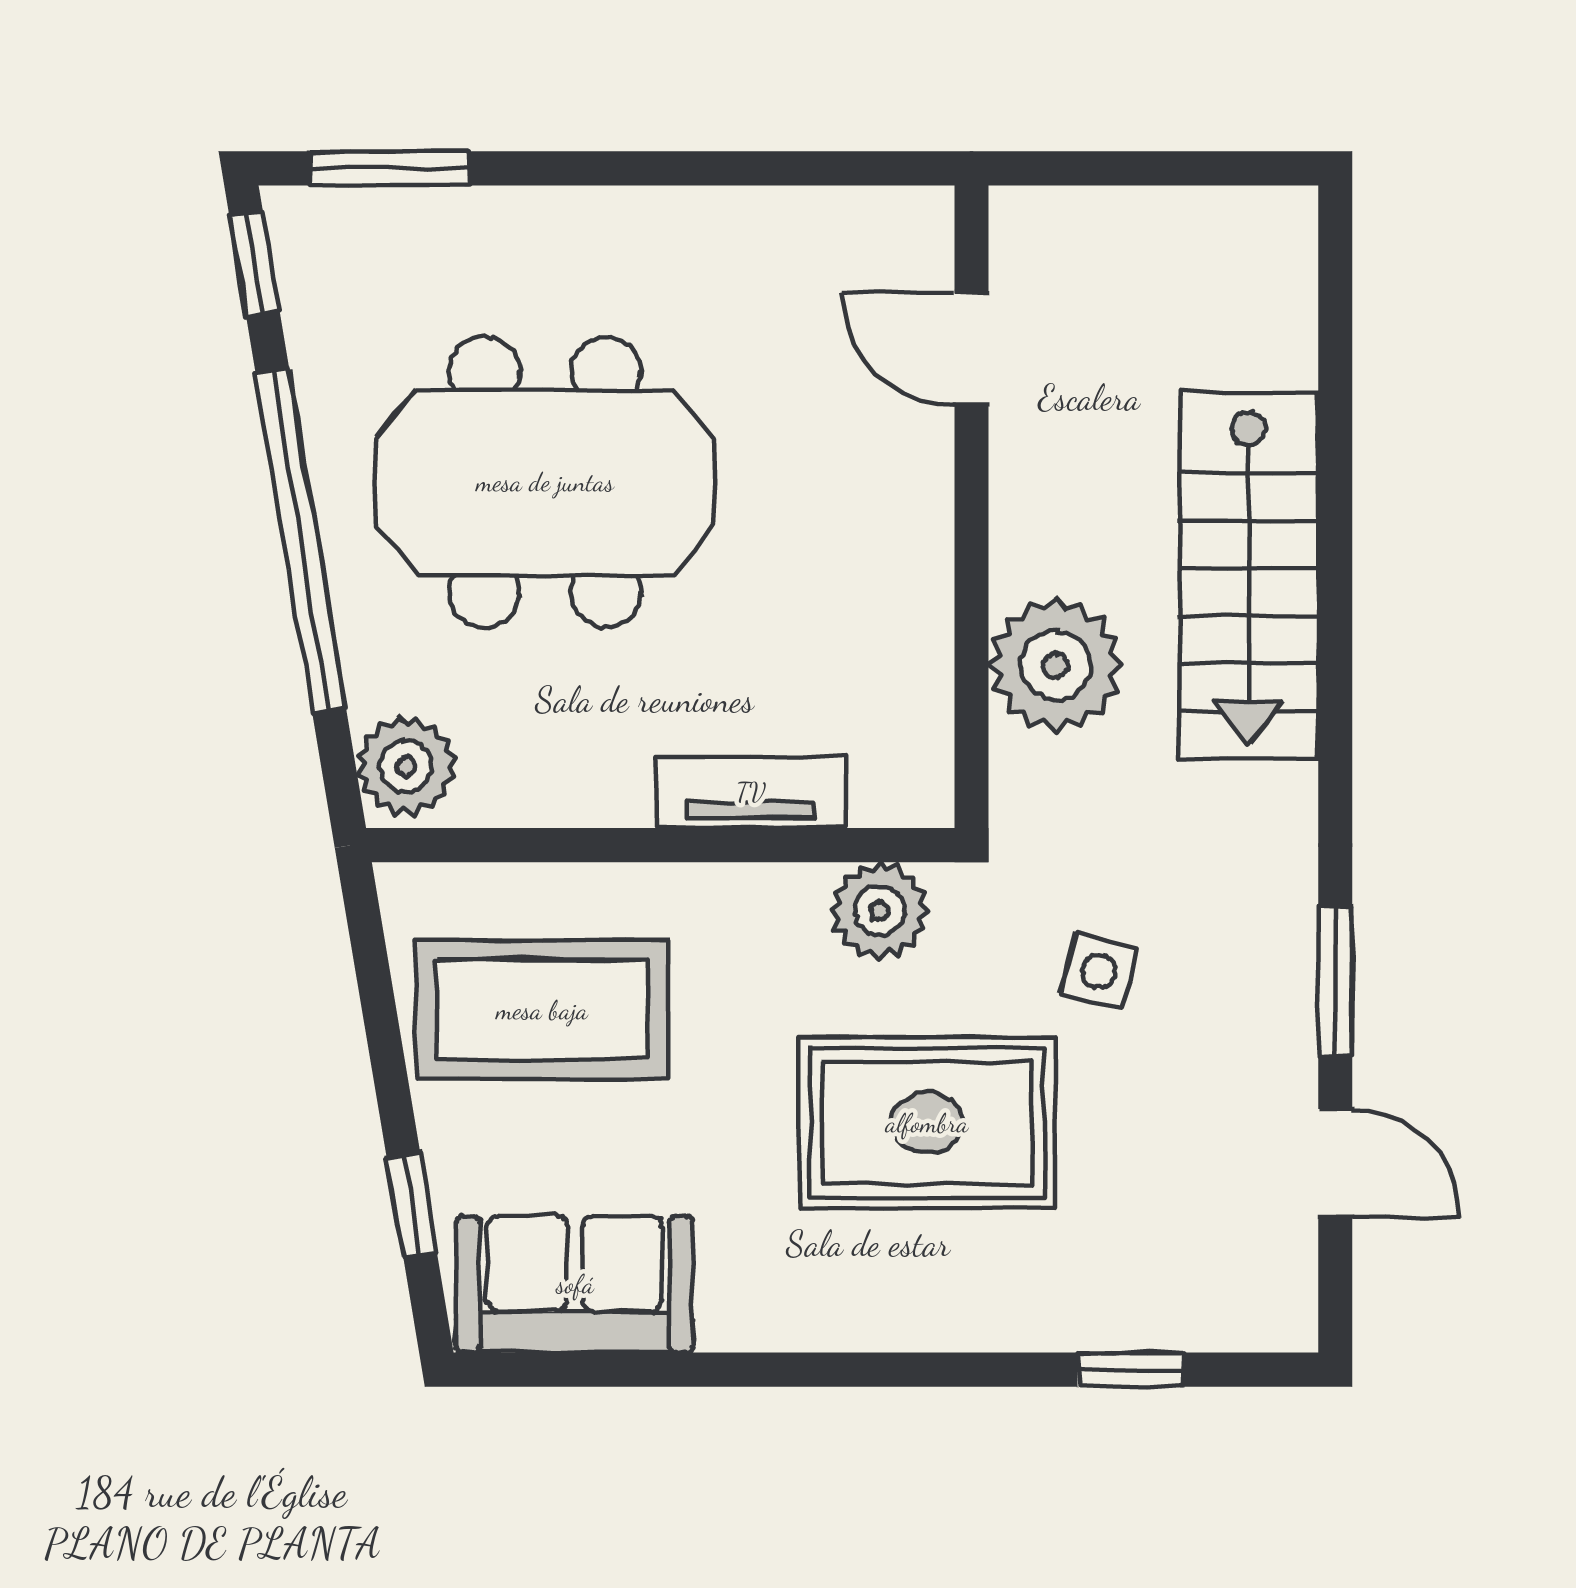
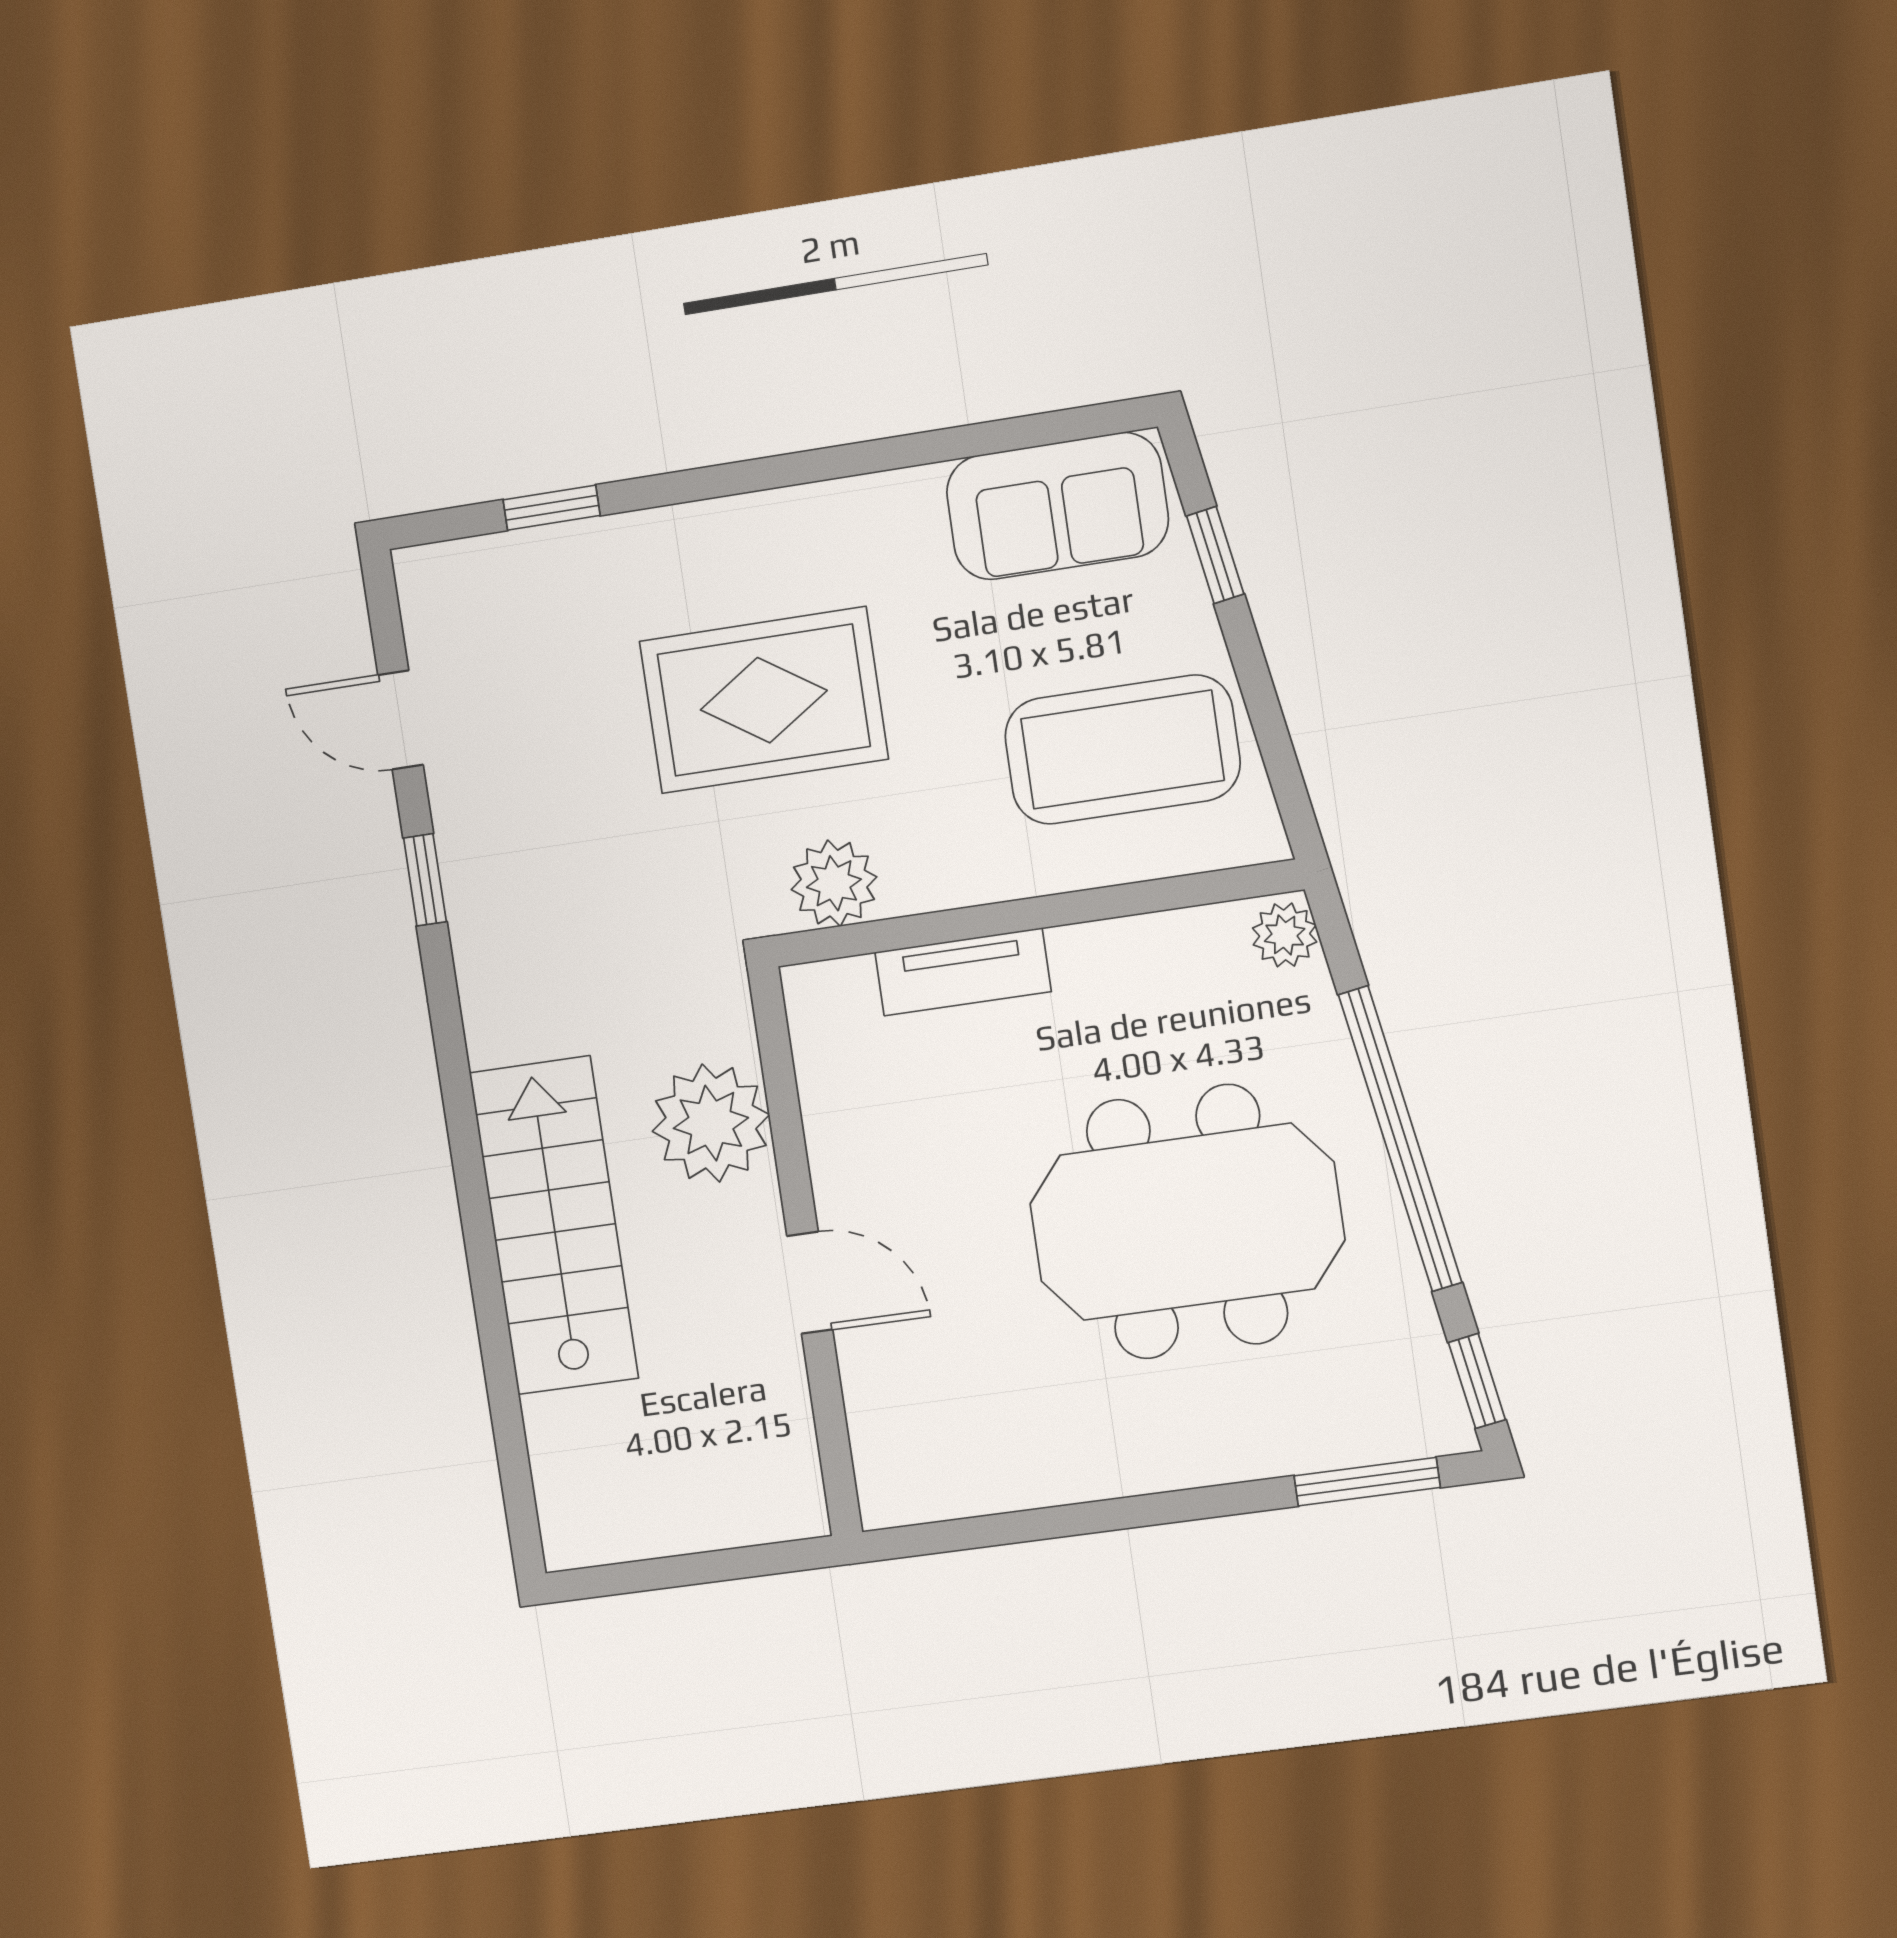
door: (971, 349) -> (810, 1283), moved
plant: (406, 766) -> (1285, 935), width x0.73, depth x0.73
side table: (1099, 971) -> (632, 858), removed
window: (1335, 982) -> (425, 880), width x0.67

